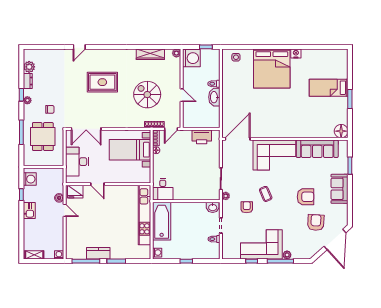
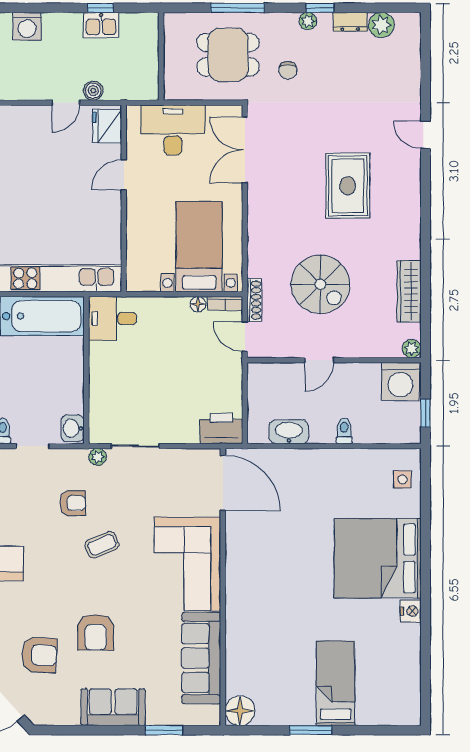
spiral stairs: (147, 95) -> (320, 284), turned 90
washbasin: (214, 97) -> (289, 432), moved
printer: (202, 137) -> (221, 429), moved, turned 90
washing machine: (30, 179) -> (27, 26), moved
kitchen sink: (29, 211) -> (101, 25), moved

